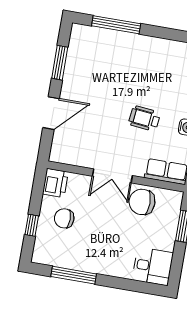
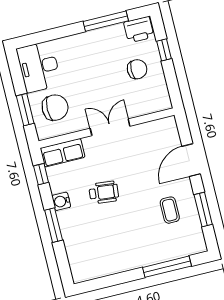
coffee table: (91, 76) -> (170, 210), added
printer: (55, 183) -> (139, 30), moved, turned -90
chair: (142, 202) -> (55, 108), moved
desk: (153, 266) -> (39, 67), width x1.37

